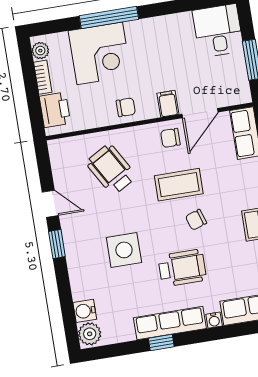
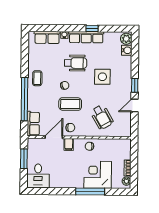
printer: (55, 110) -> (124, 151), removed
door: (50, 204) -> (134, 106), hinge flipped
wheelchair: (182, 268) -> (76, 63), turned 180

